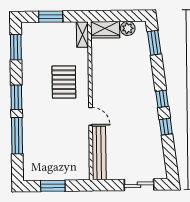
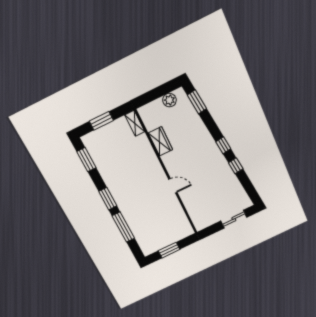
wardrobe: (105, 30) -> (160, 141), moved, turned -90
pallet: (64, 82) -> (139, 169), removed
bench: (99, 153) -> (193, 210), removed

